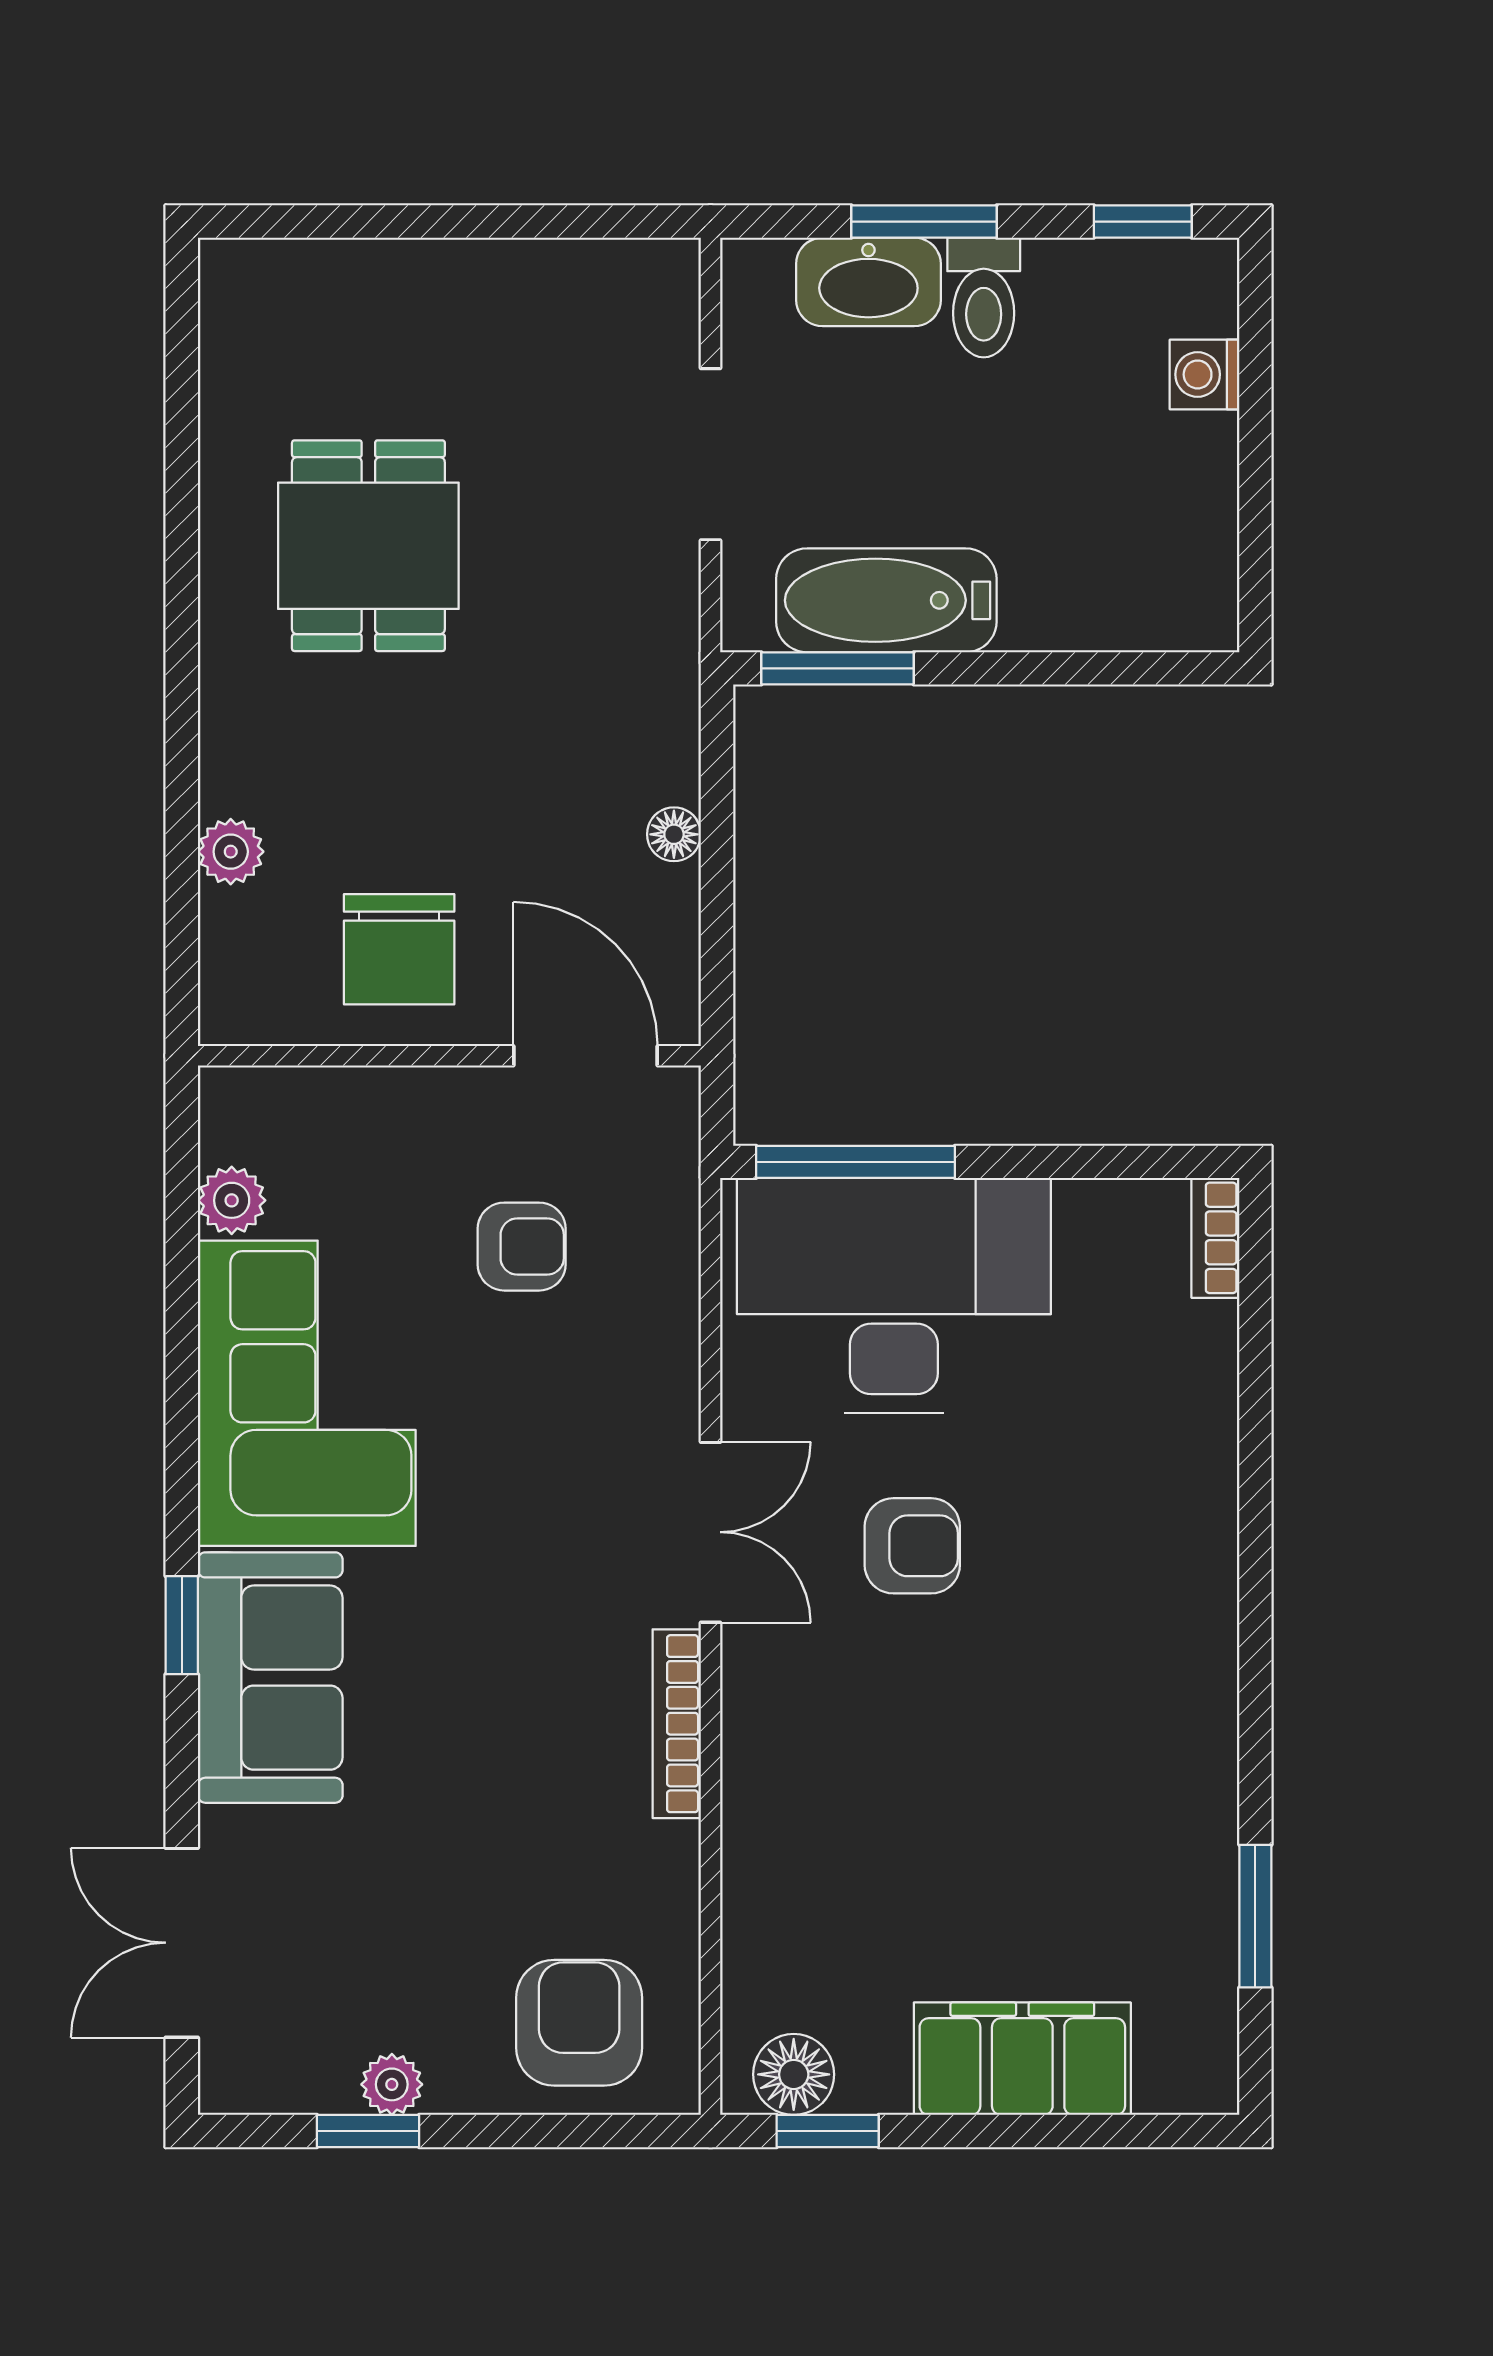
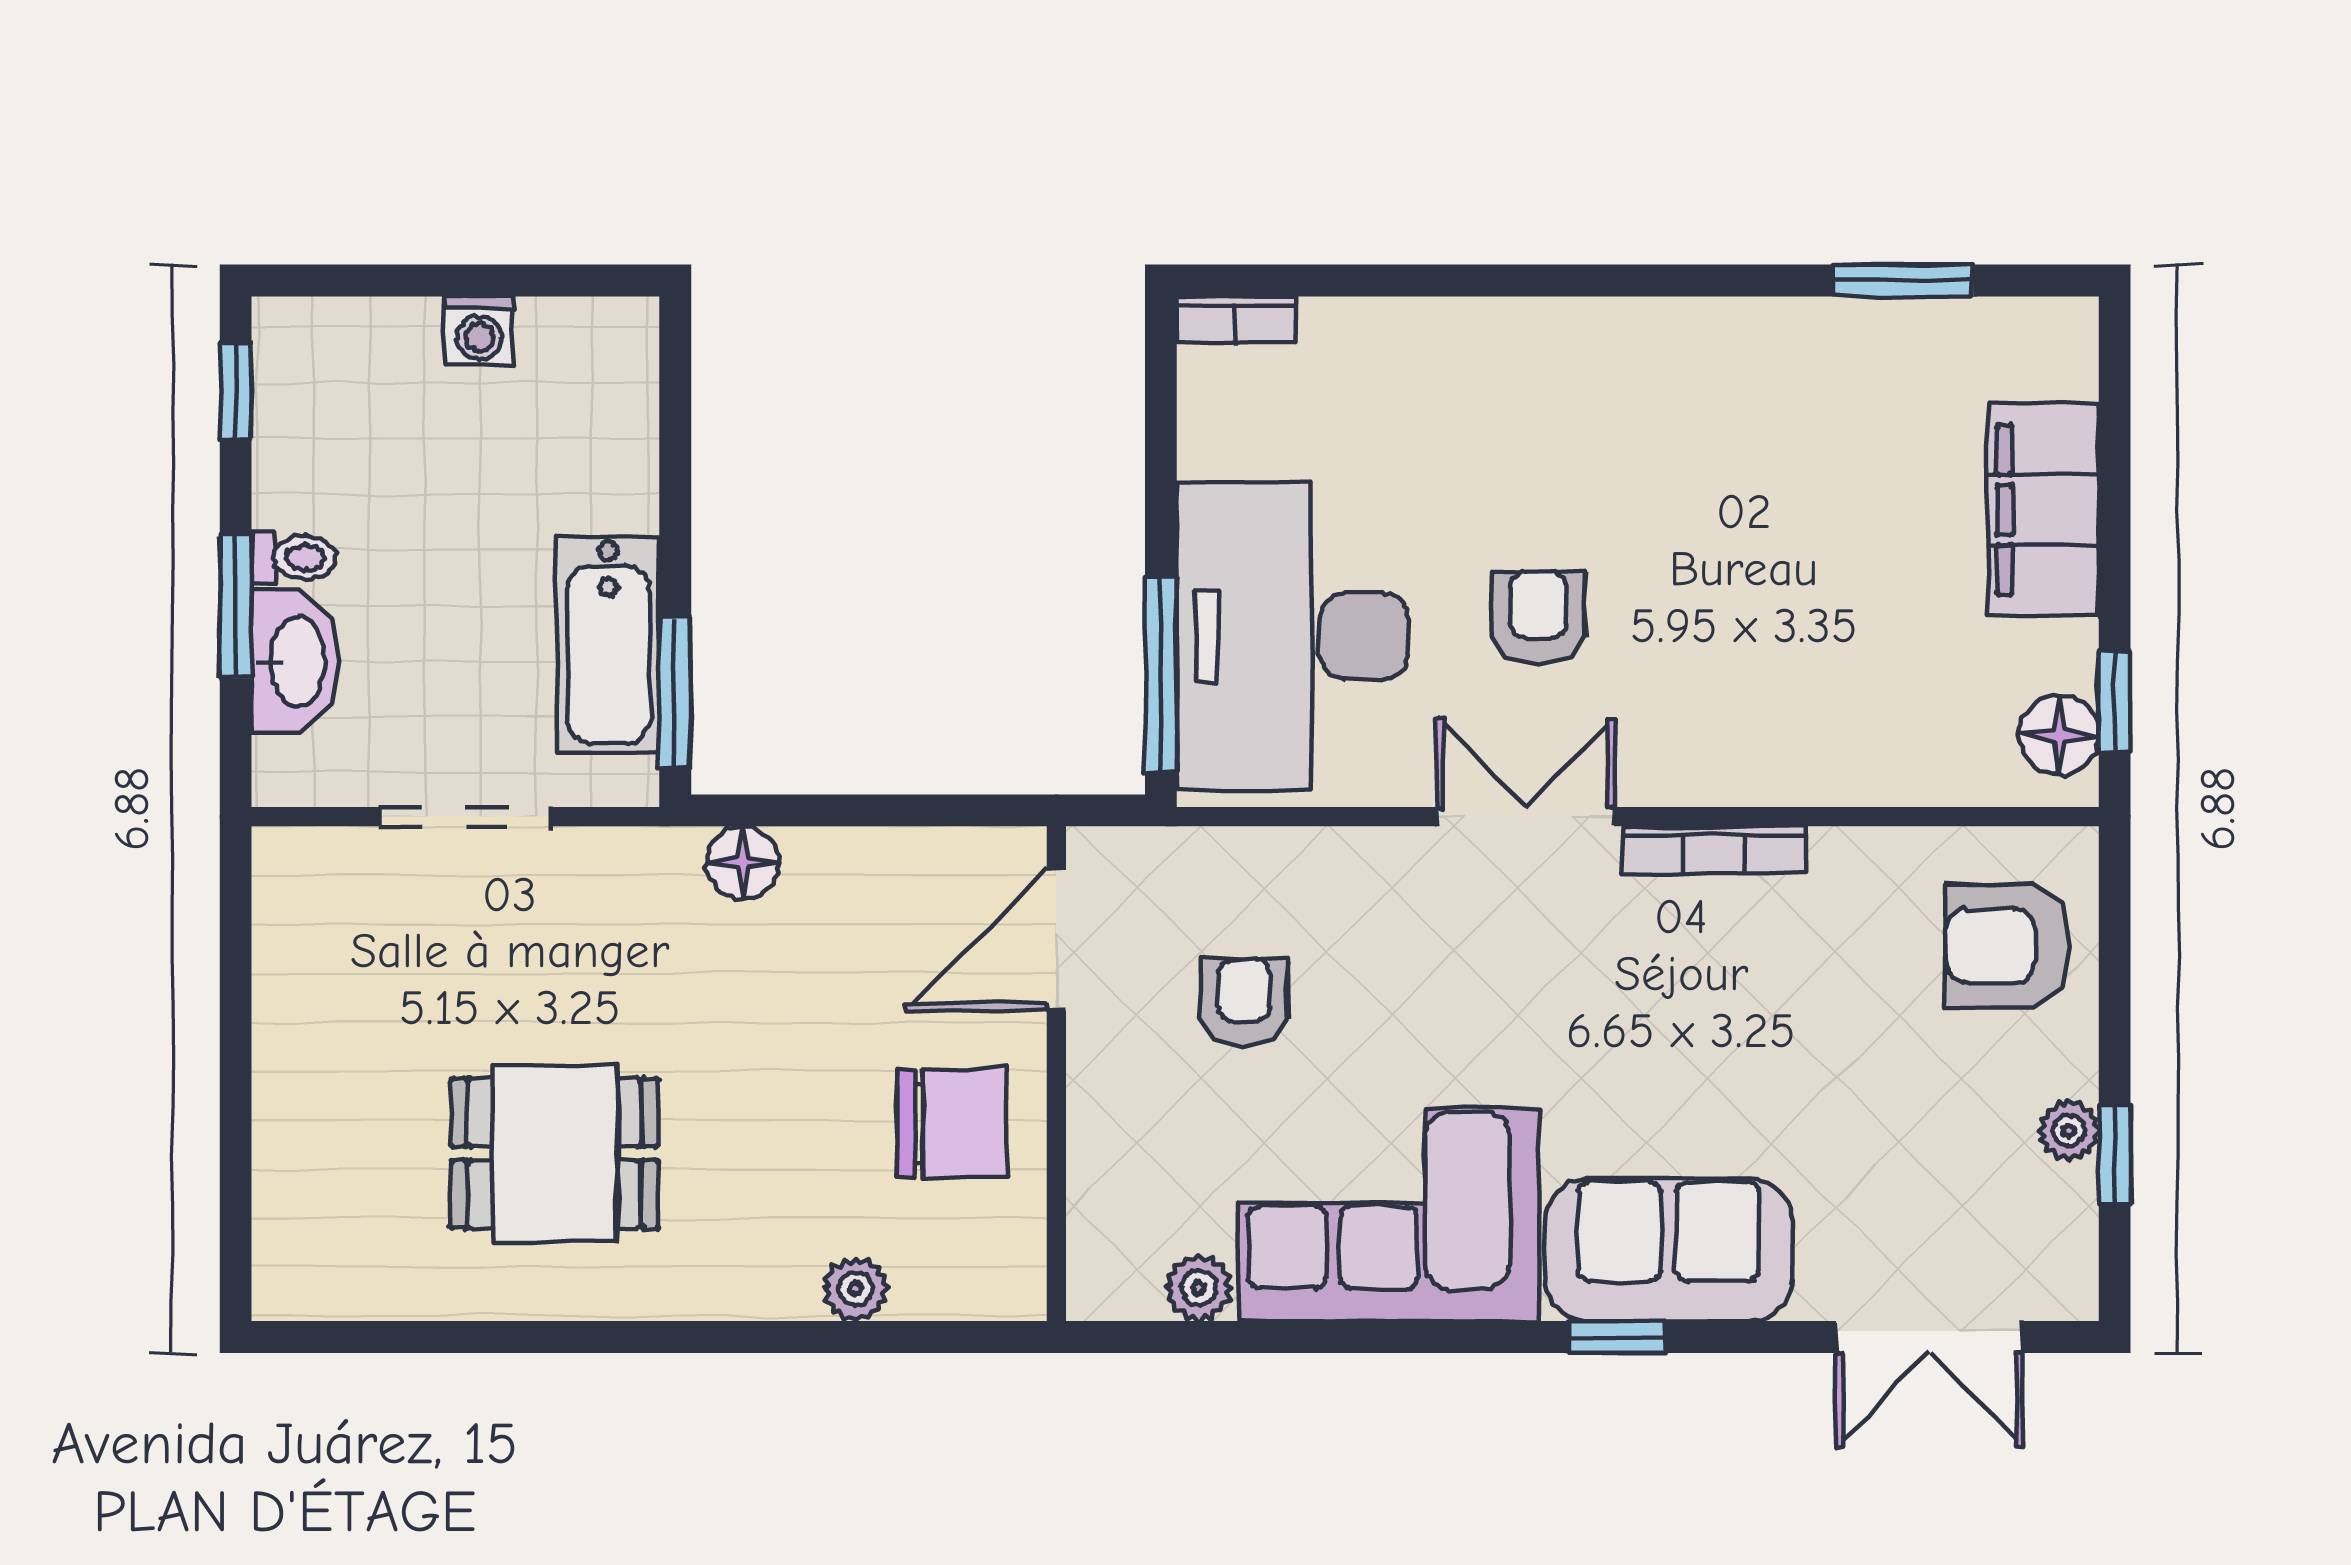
toilet: (984, 297) -> (294, 558), width x0.73, depth x0.72
washing machine: (1205, 374) -> (479, 331), moved
floor lamp: (674, 834) -> (743, 863), moved, width x1.37, depth x1.37

